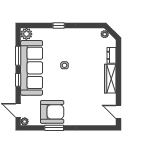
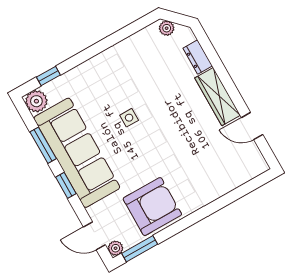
window: (59, 25) -> (48, 76), moved
door: (118, 112) -> (252, 126), moved
window: (54, 128) -> (140, 249), moved

